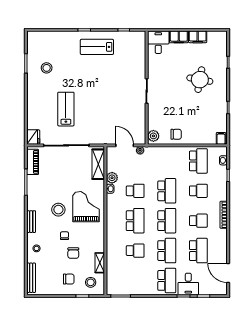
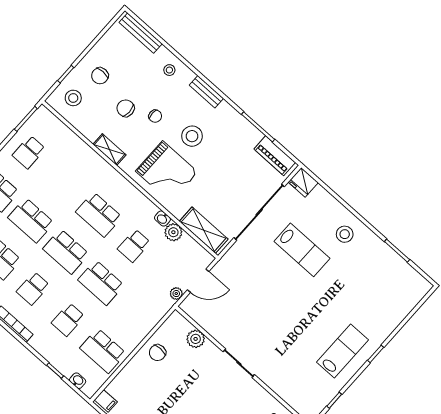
stool: (47, 68) -> (345, 234), moved
plant: (153, 136) -> (196, 339), moved
school desk: (135, 251) -> (29, 152), moved
shelving: (100, 263) -> (109, 150), moved

